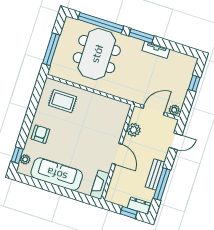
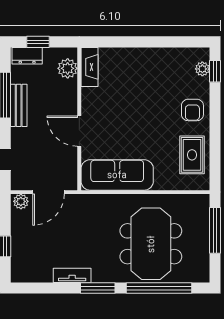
rug: (63, 101) -> (192, 155), moved, turned 90
plant: (134, 130) -> (68, 68), moved
door: (117, 154) -> (79, 131), moved
sofa: (57, 174) -> (117, 175), moved, turned 180

